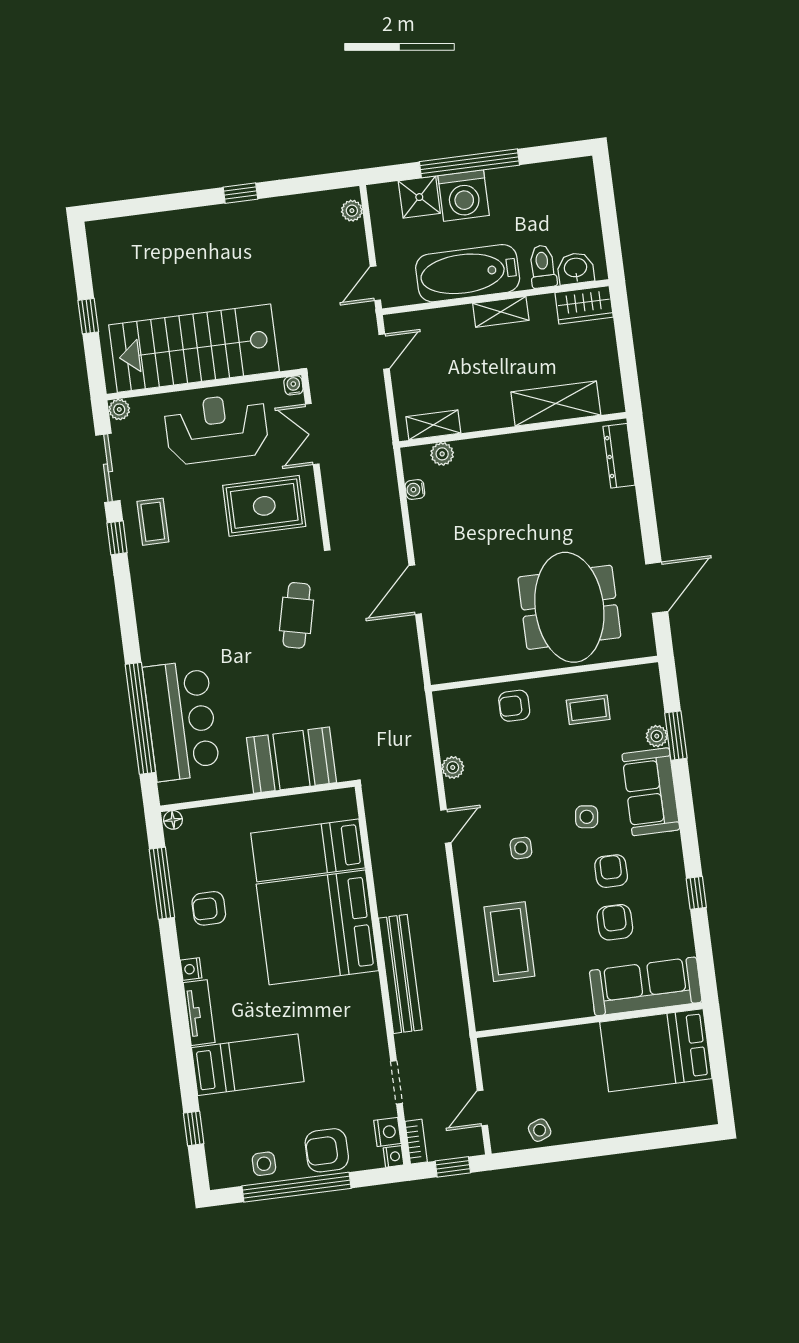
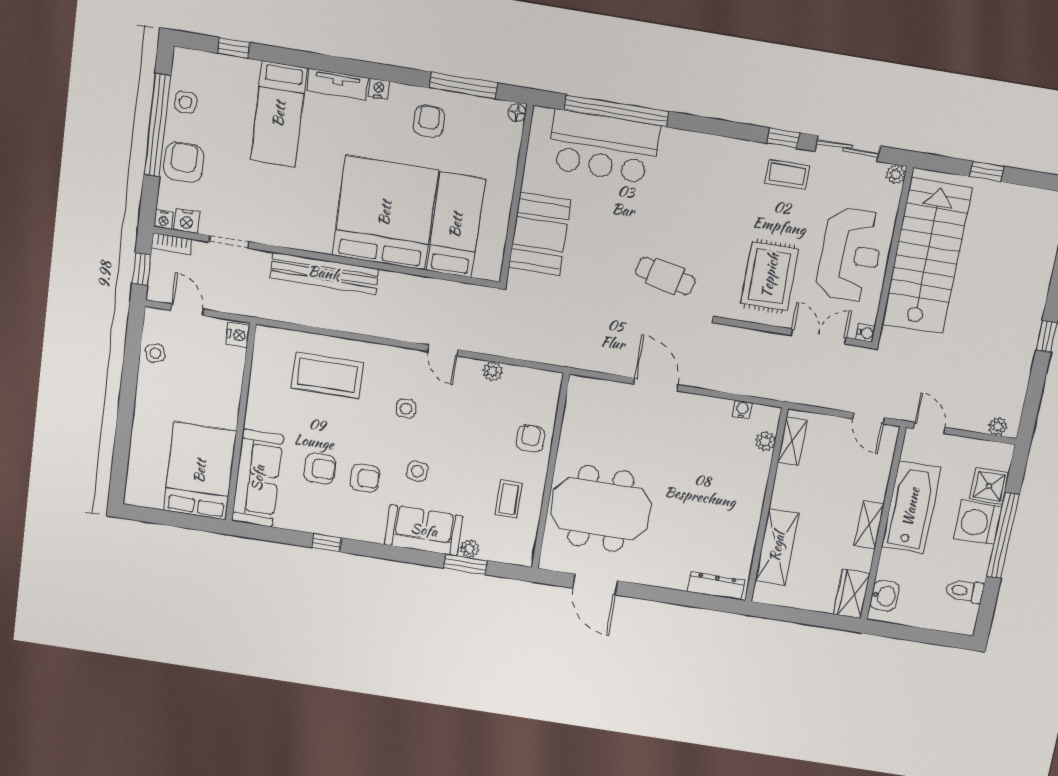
toilet: (543, 266) -> (965, 591), moved, turned 180
nightstand: (494, 1048) -> (238, 335), added

